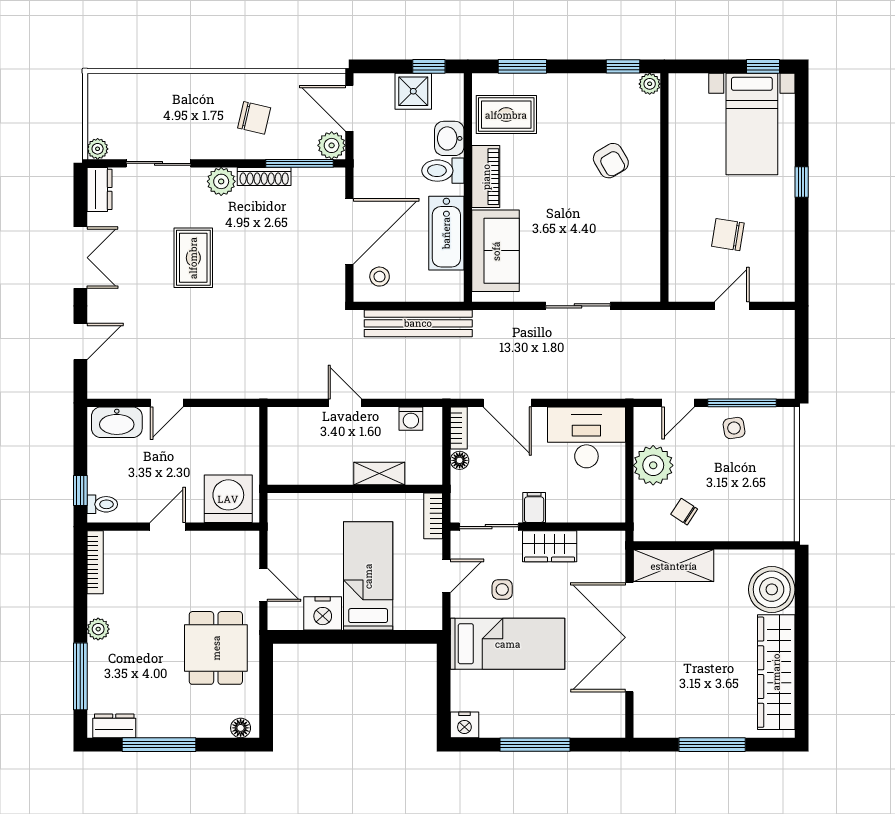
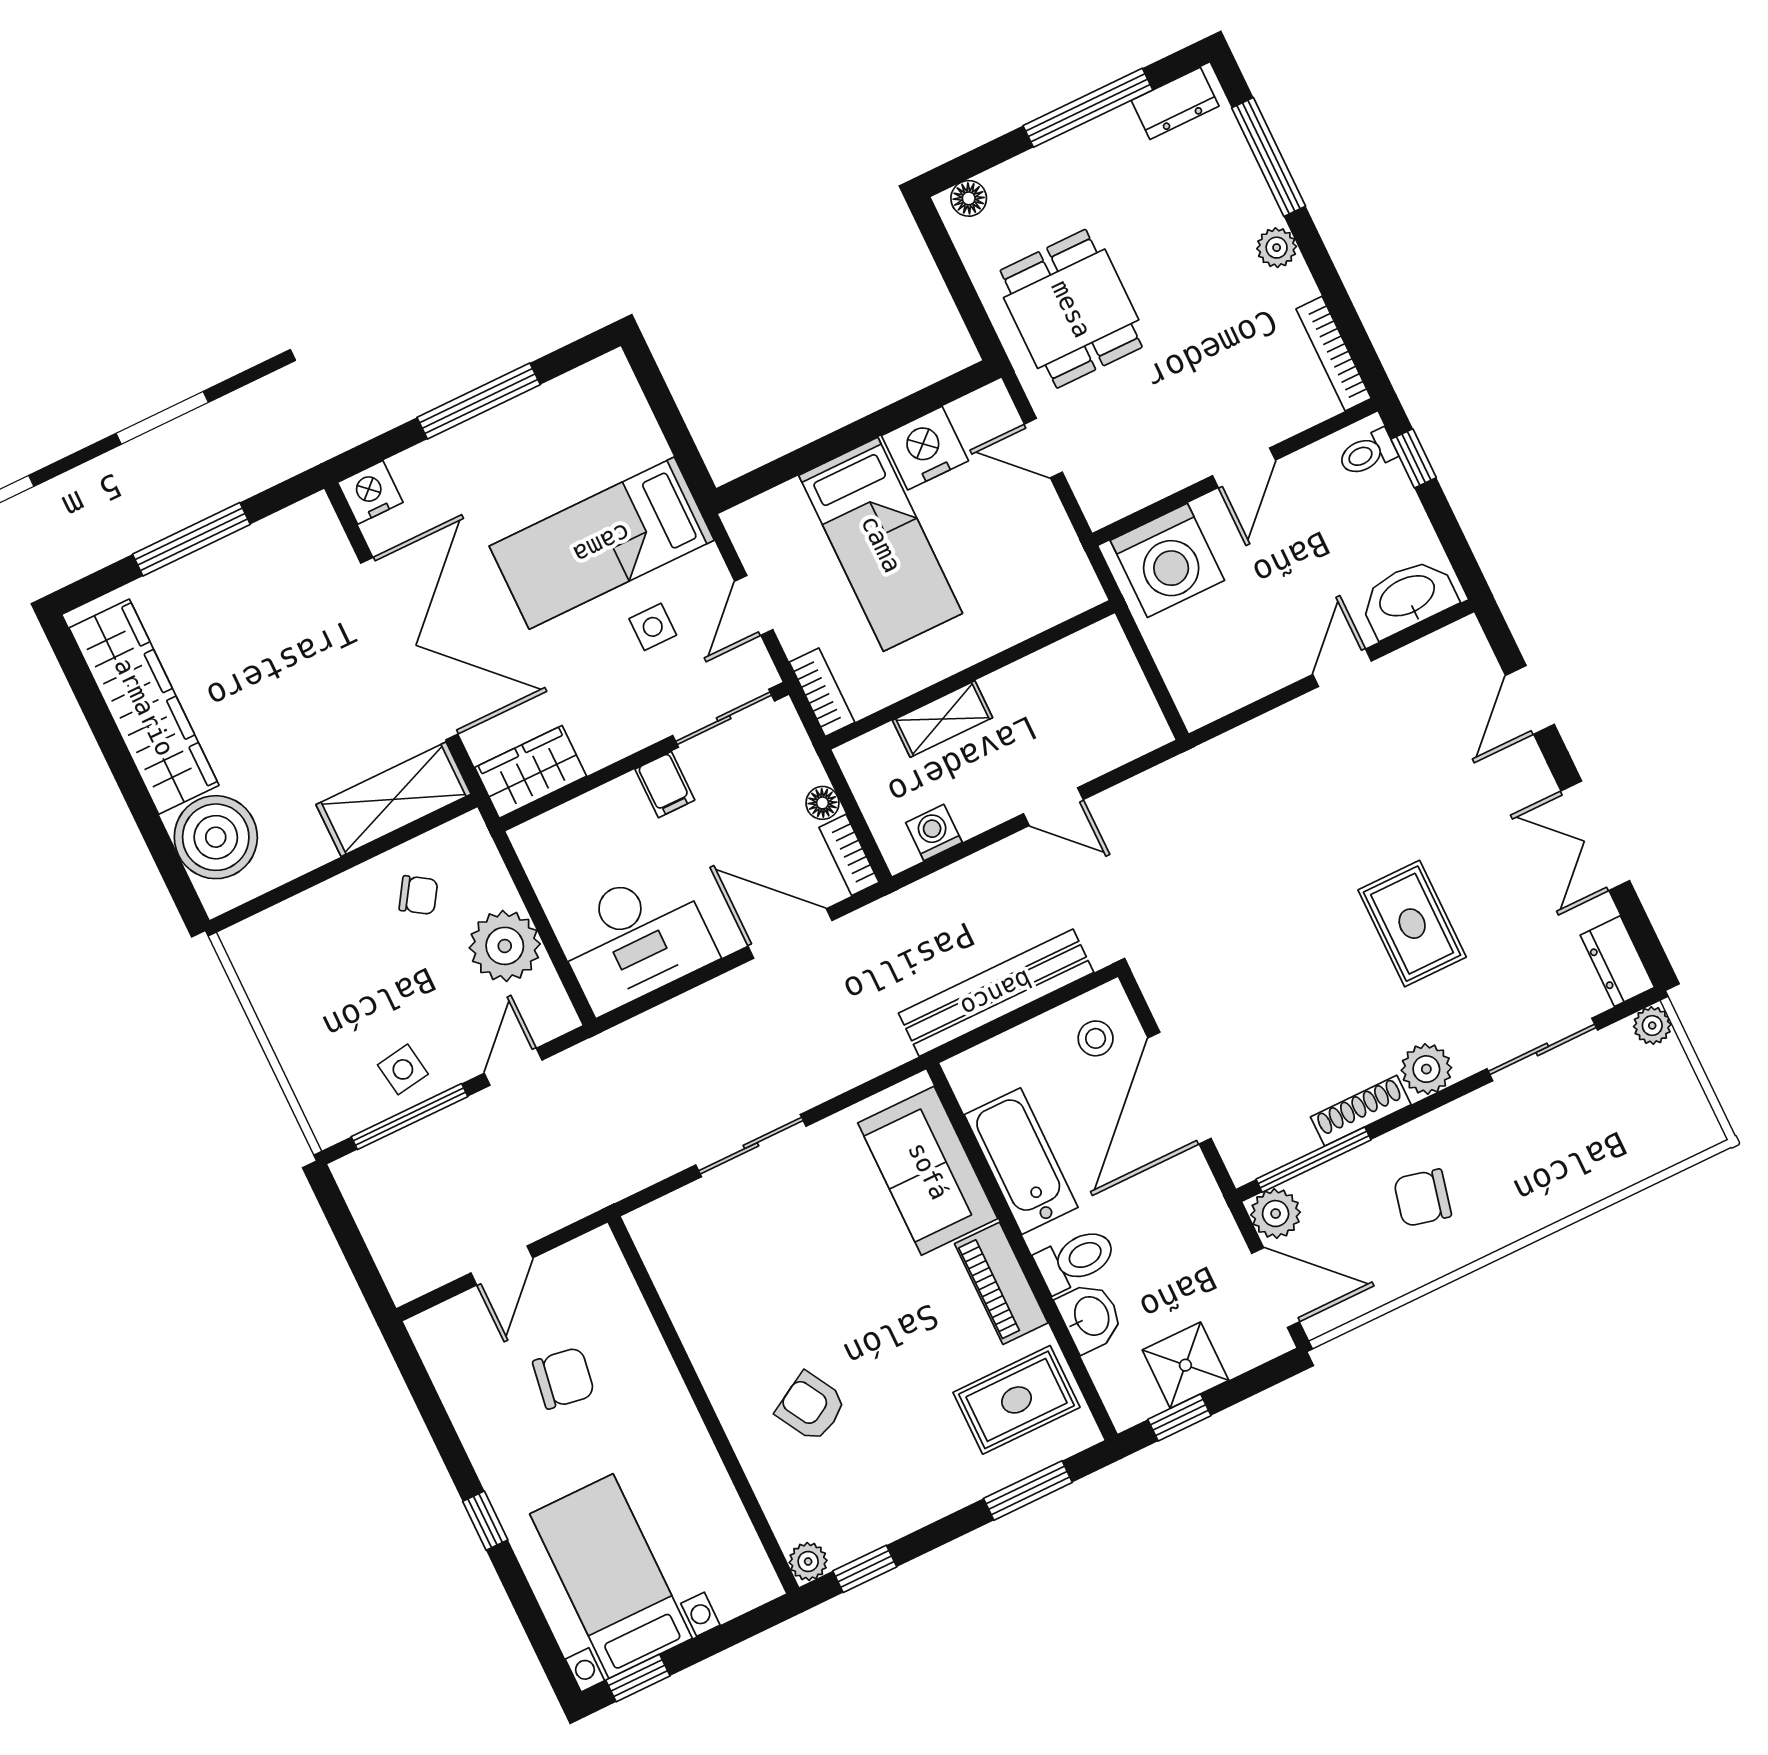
wardrobe: (550, 546) -> (531, 772), moved
nightstand: (464, 725) -> (370, 492), moved

